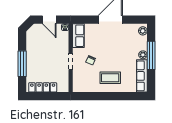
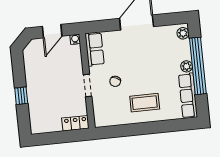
door: (49, 20) -> (52, 31), hinge flipped
window: (151, 55) -> (198, 66), width x1.46
window: (22, 64) -> (21, 96), width x0.46
locker: (43, 87) -> (75, 123), moved, width x0.66

